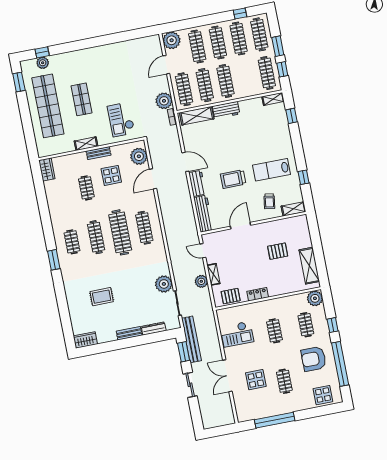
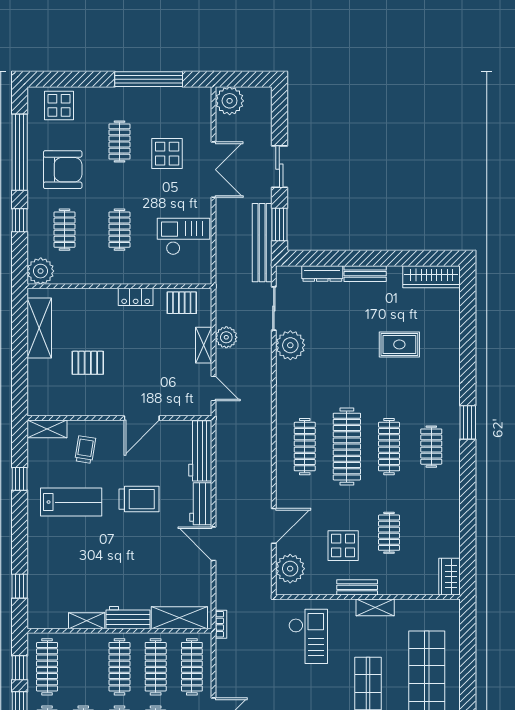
shelving: (273, 99) -> (87, 621), moved
plant: (164, 101) -> (230, 101), moved
wardrobe: (85, 340) -> (431, 277), width x1.50

